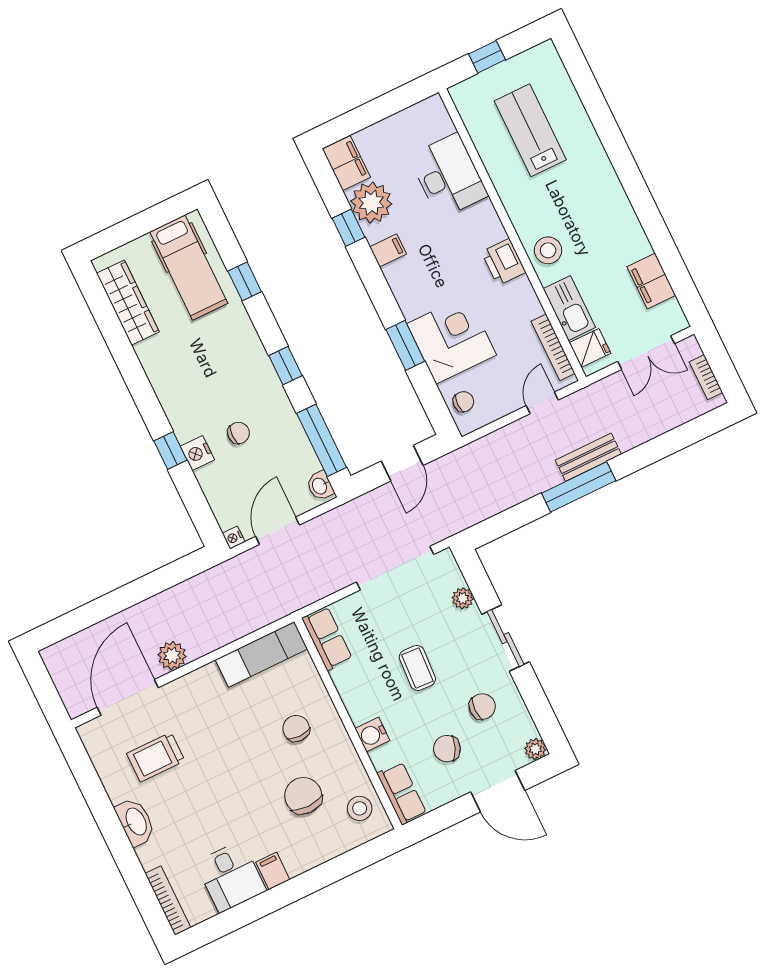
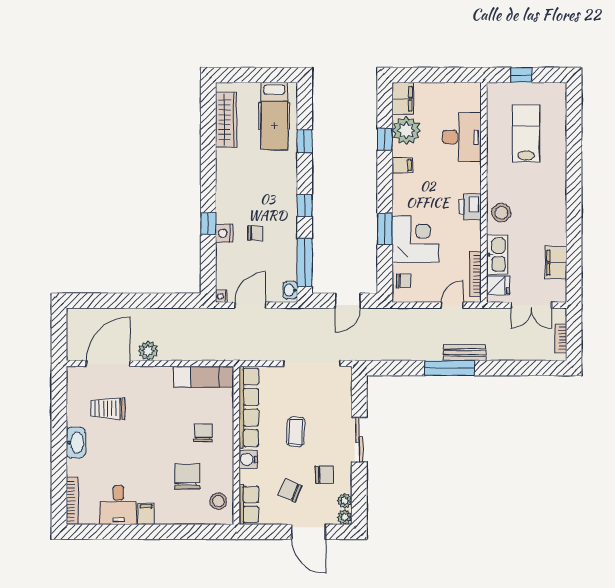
plant: (463, 598) -> (345, 501), moved
row of seats: (327, 638) -> (249, 407), width x2.02

